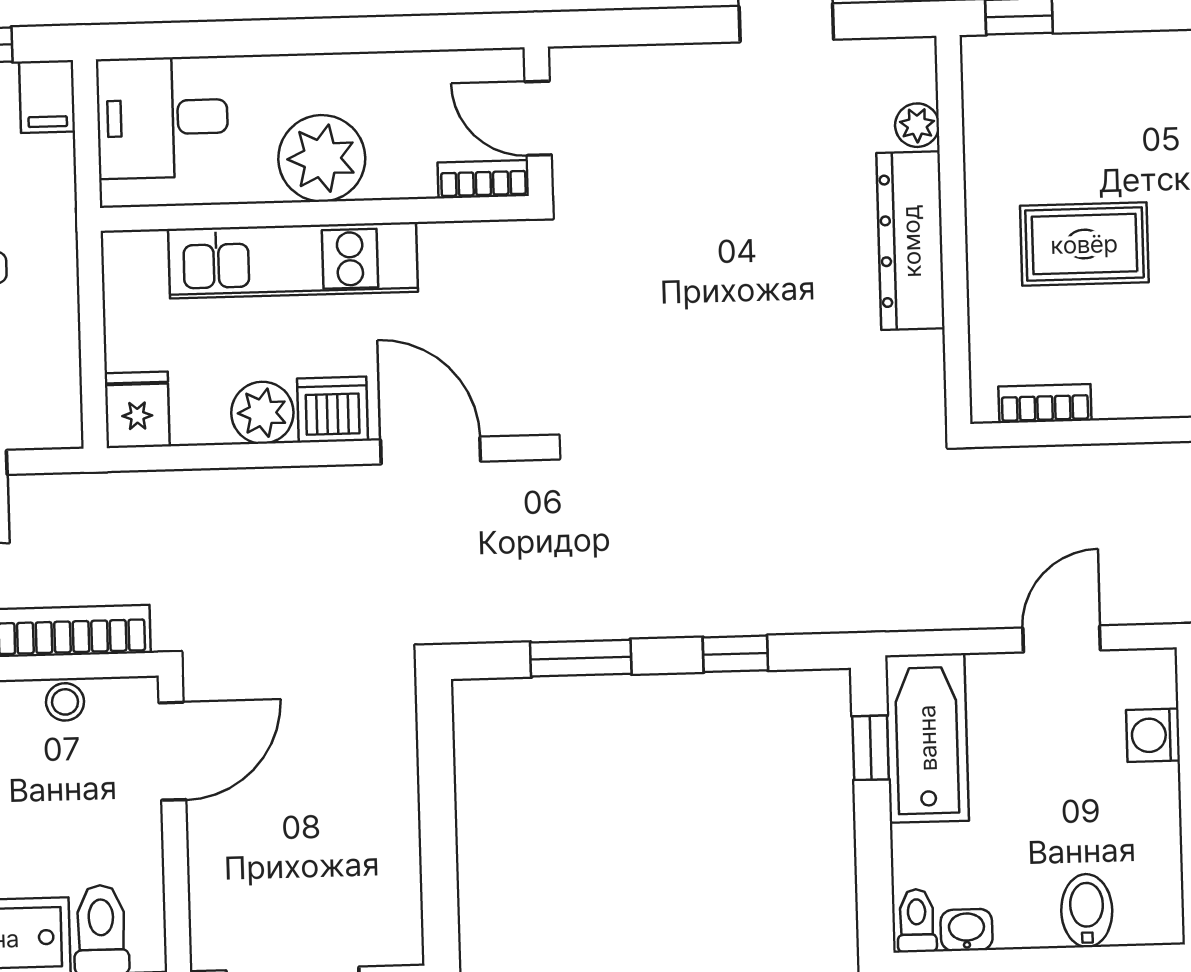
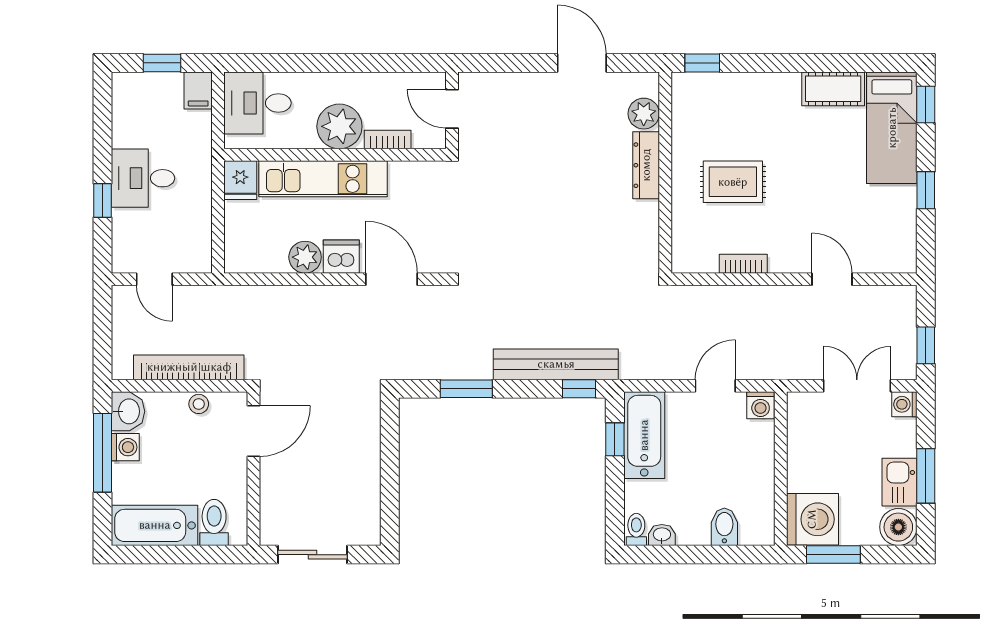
plant: (917, 125) -> (644, 114), width x1.38, depth x1.38
bookcase: (483, 179) -> (388, 140), moved
dresser: (911, 241) -> (646, 165), width x0.73, depth x0.80
bookcase: (1045, 404) -> (743, 264), moved
fridge: (137, 410) -> (240, 180), moved, turned 180
bench: (752, 606) -> (556, 364), added
window: (735, 654) -> (579, 389), moved
washing machine: (1153, 735) -> (761, 405), moved, turned -90

